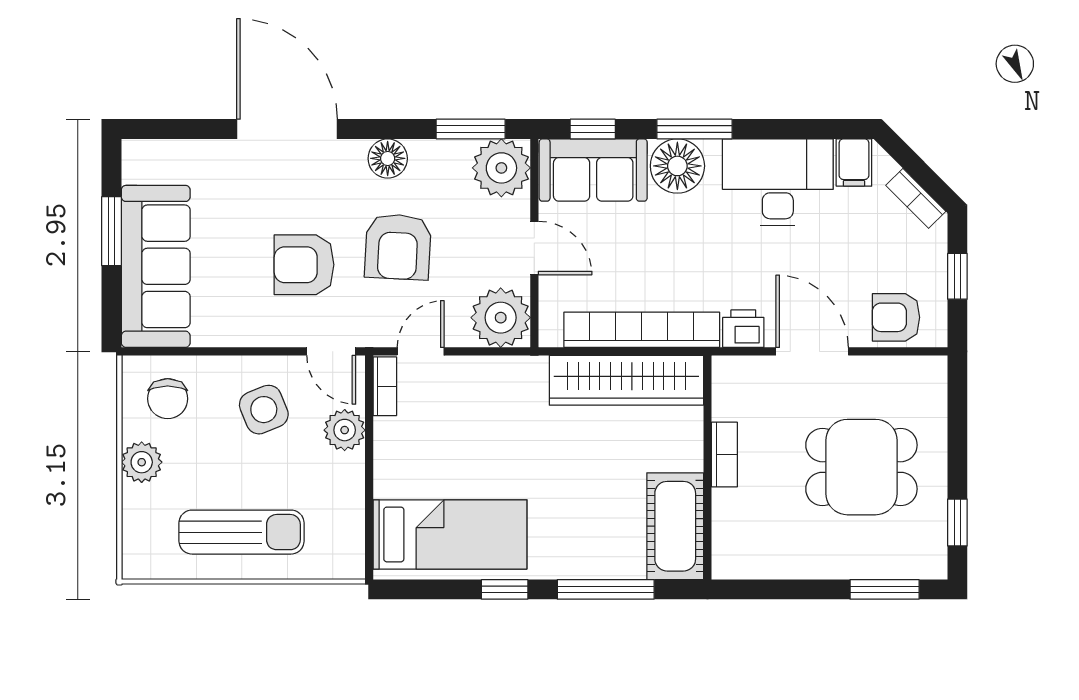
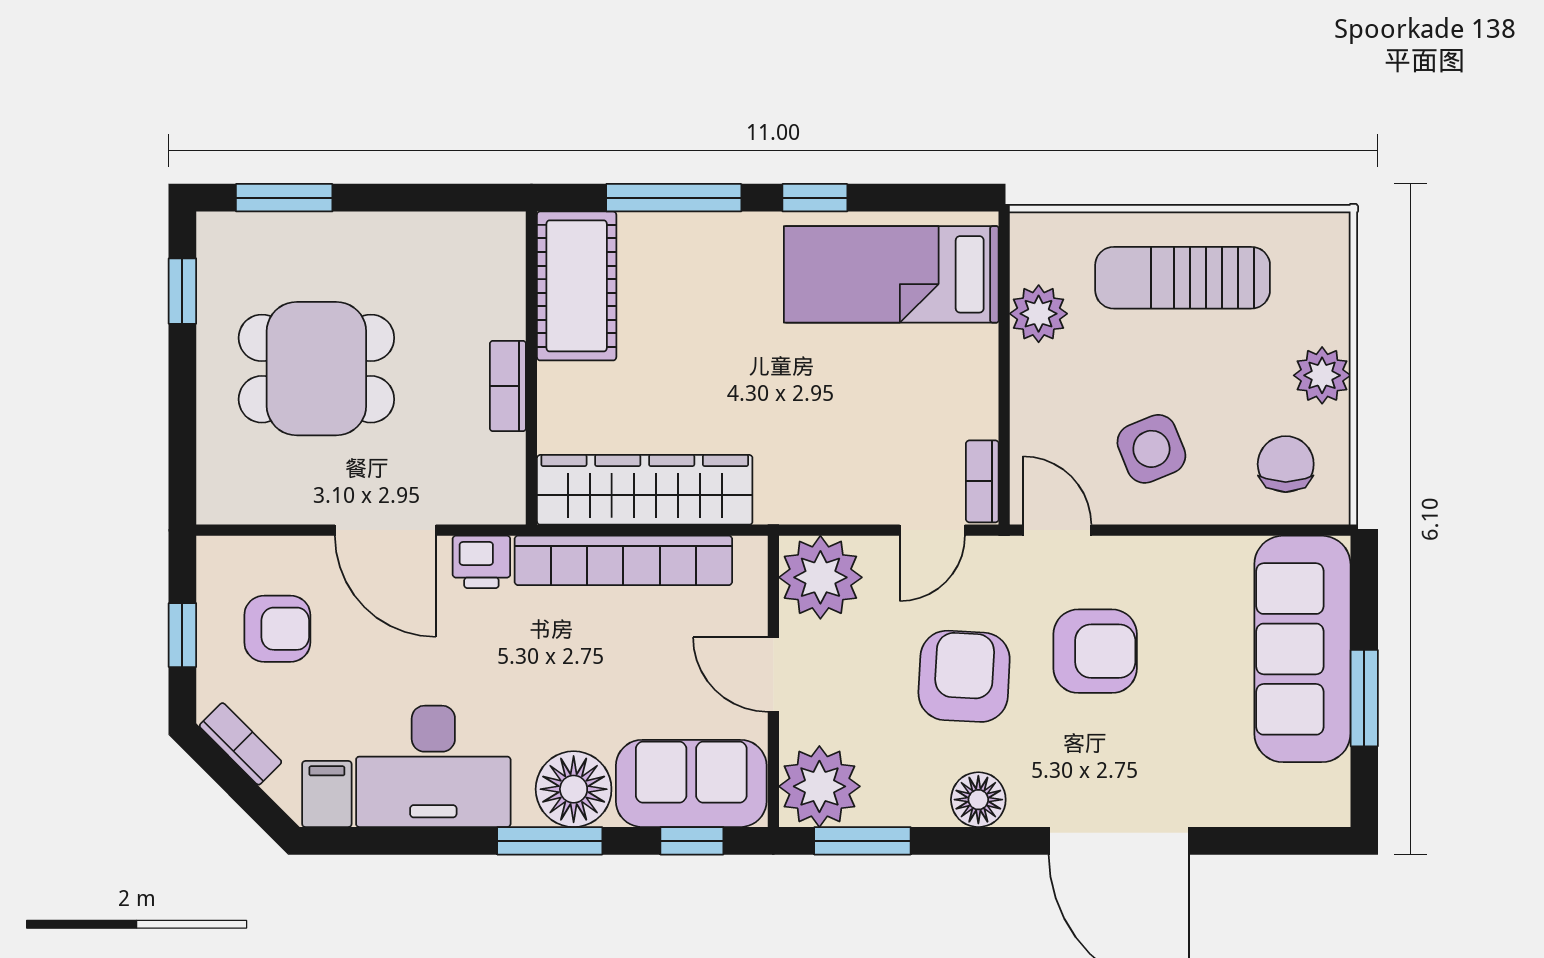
armchair: (896, 317) -> (277, 629), moved
plant: (345, 430) -> (1039, 314), moved

